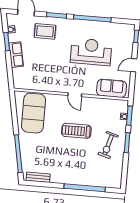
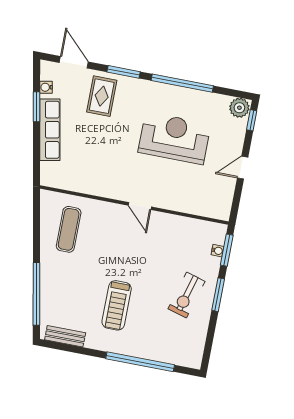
plant: (128, 30) -> (239, 108), added
rug: (45, 31) -> (102, 96), turned 90
row of seats: (16, 55) -> (50, 130), width x1.48
sofa: (112, 88) -> (202, 202), removed
exercise mat: (34, 113) -> (69, 229), width x0.50, depth x0.69
treadmill: (76, 131) -> (117, 305), moved, turned -90

